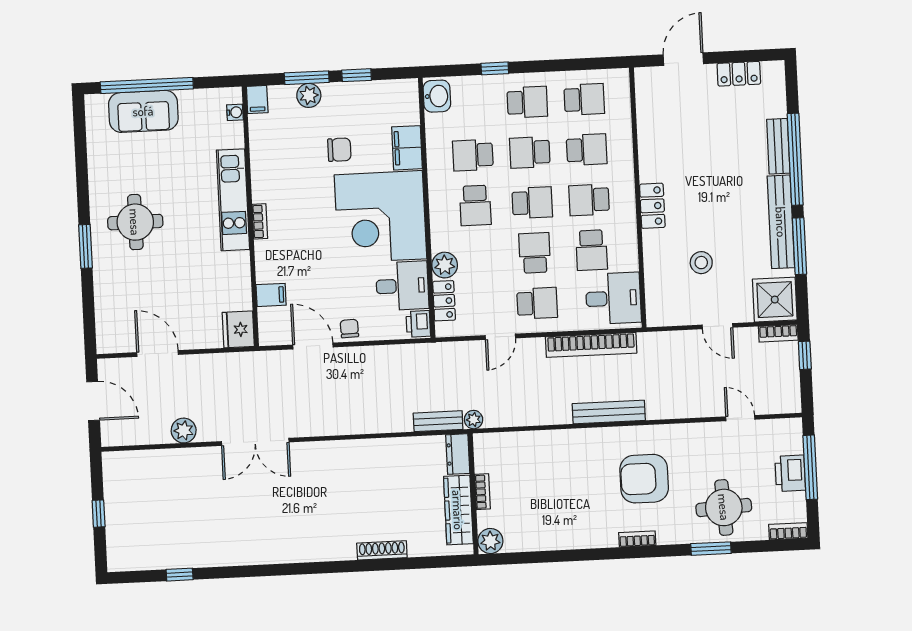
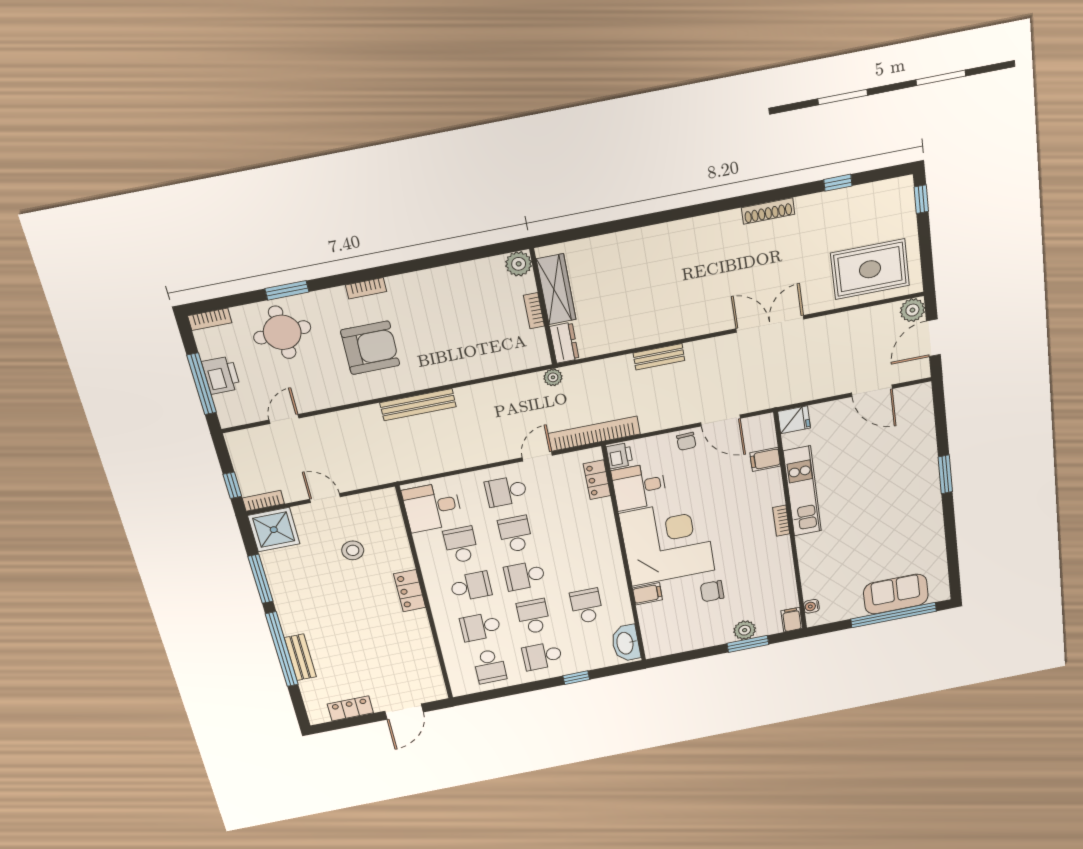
window: (357, 75) -> (702, 653), removed
washbasin: (437, 96) -> (626, 643), width x1.38
school desk: (584, 99) -> (490, 666), turned -90
filing cabinet: (407, 148) -> (647, 594), width x0.50
school desk: (530, 152) -> (534, 616), turned -90
school desk: (473, 155) -> (587, 606), turned -90
kitchen unit: (233, 200) -> (802, 491), moved
school desk: (475, 205) -> (578, 565), removed
round table: (135, 222) -> (899, 502), removed
bench: (781, 222) -> (283, 596), removed
school desk: (535, 253) -> (515, 534), turned 180
plant: (445, 265) -> (601, 511), removed
fridge: (238, 329) -> (794, 420), width x0.72
bookcase: (591, 345) -> (594, 434), moved
door: (93, 401) -> (933, 338), hinge flipped
door: (740, 418) -> (284, 419), swing flipped
bench: (438, 421) -> (659, 357), moved
plant: (184, 431) -> (912, 310), moved
rug: (153, 483) -> (870, 269), added
window: (99, 514) -> (921, 199), moved
shoe rack: (382, 550) -> (768, 211), moved

